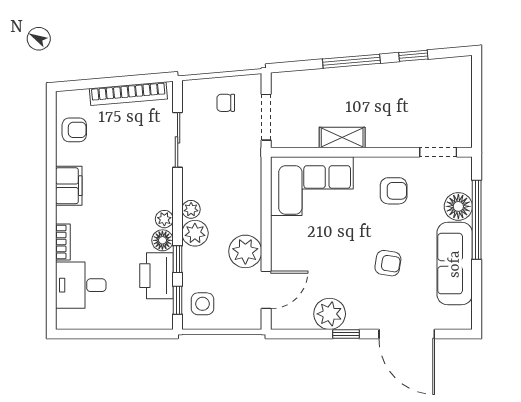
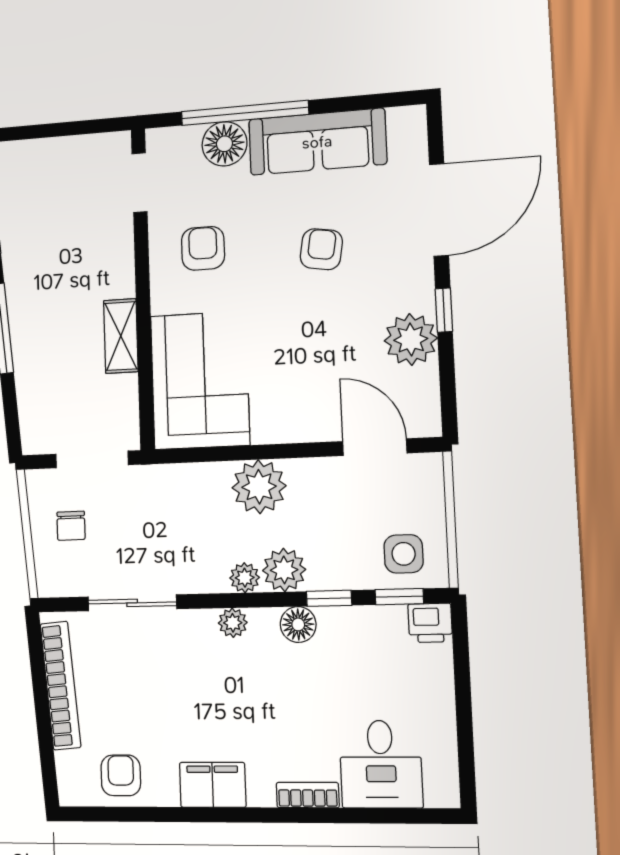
plant: (164, 219) -> (233, 623), moved
plant: (245, 251) -> (259, 487), moved
printer: (157, 276) -> (430, 623), moved, width x0.53, depth x0.68

